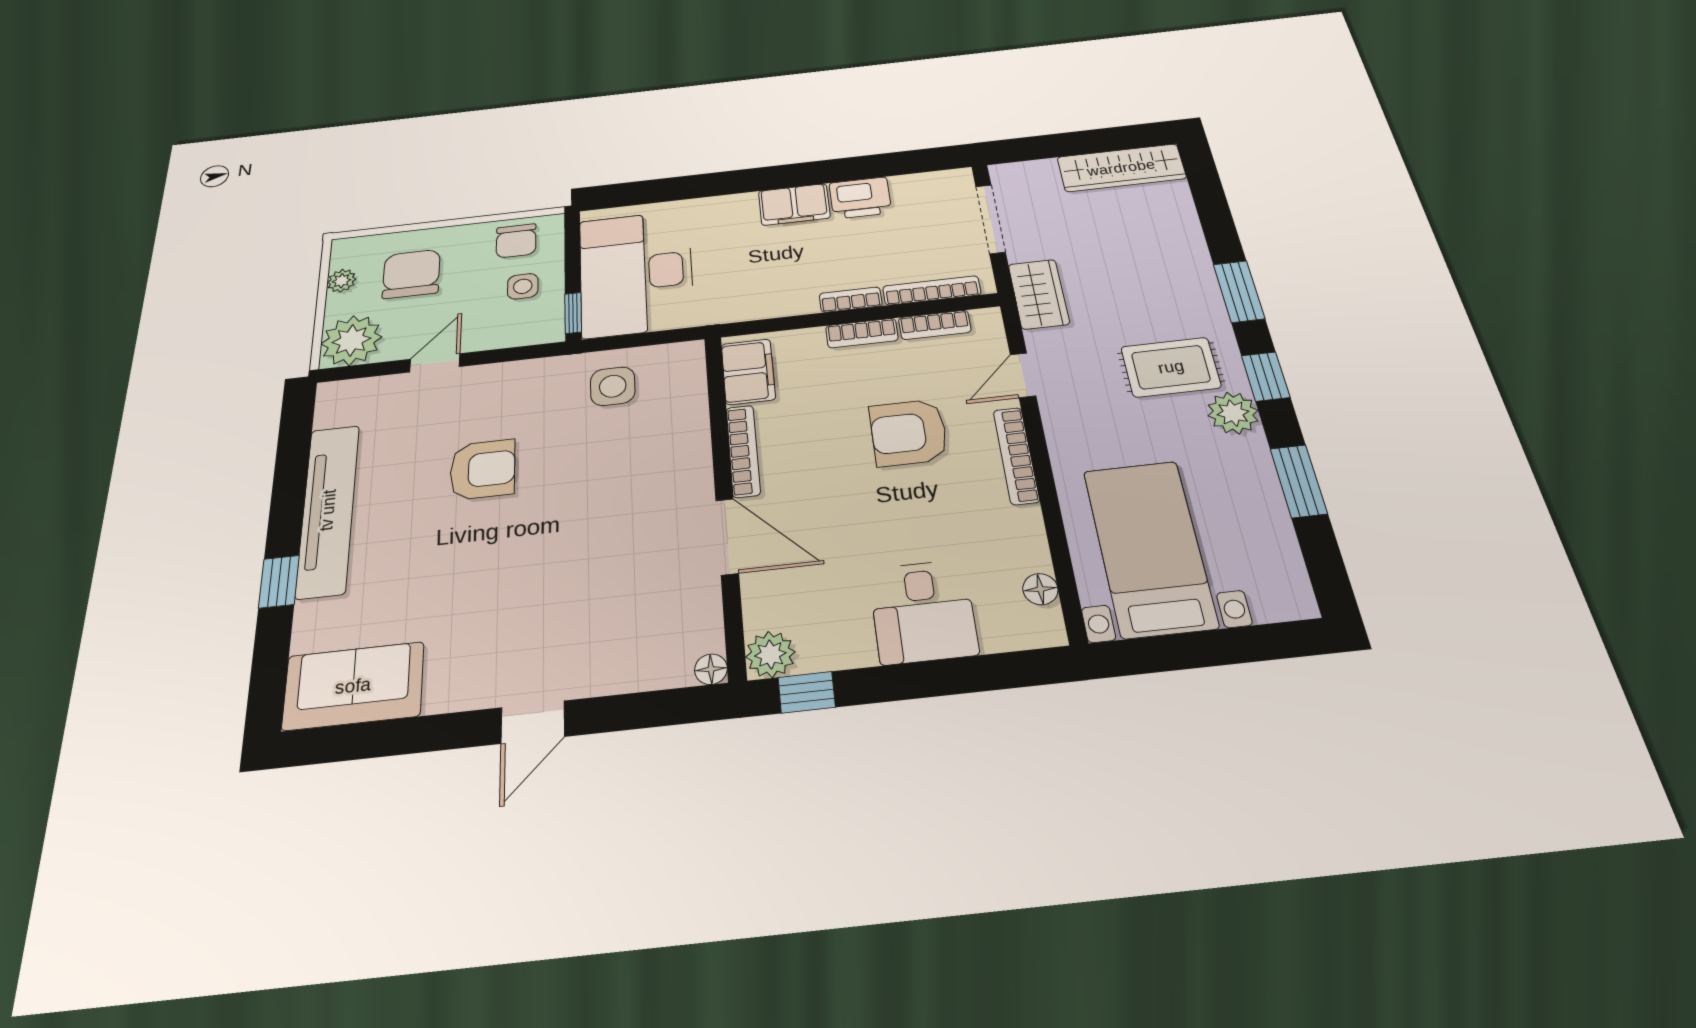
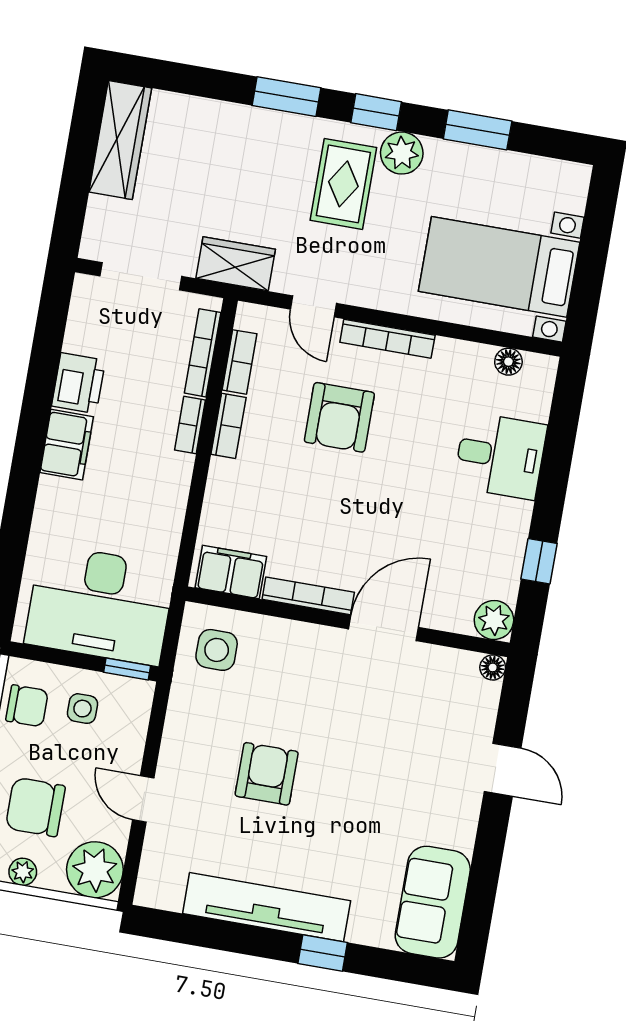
filing cabinet: (748, 372) -> (231, 572), moved
bookcase: (743, 451) -> (308, 596), moved
wall: (724, 498) -> (348, 622), moved
door: (727, 537) -> (384, 628), moved
plant: (770, 654) -> (494, 620), moved
floor lamp: (711, 669) -> (493, 667), moved

